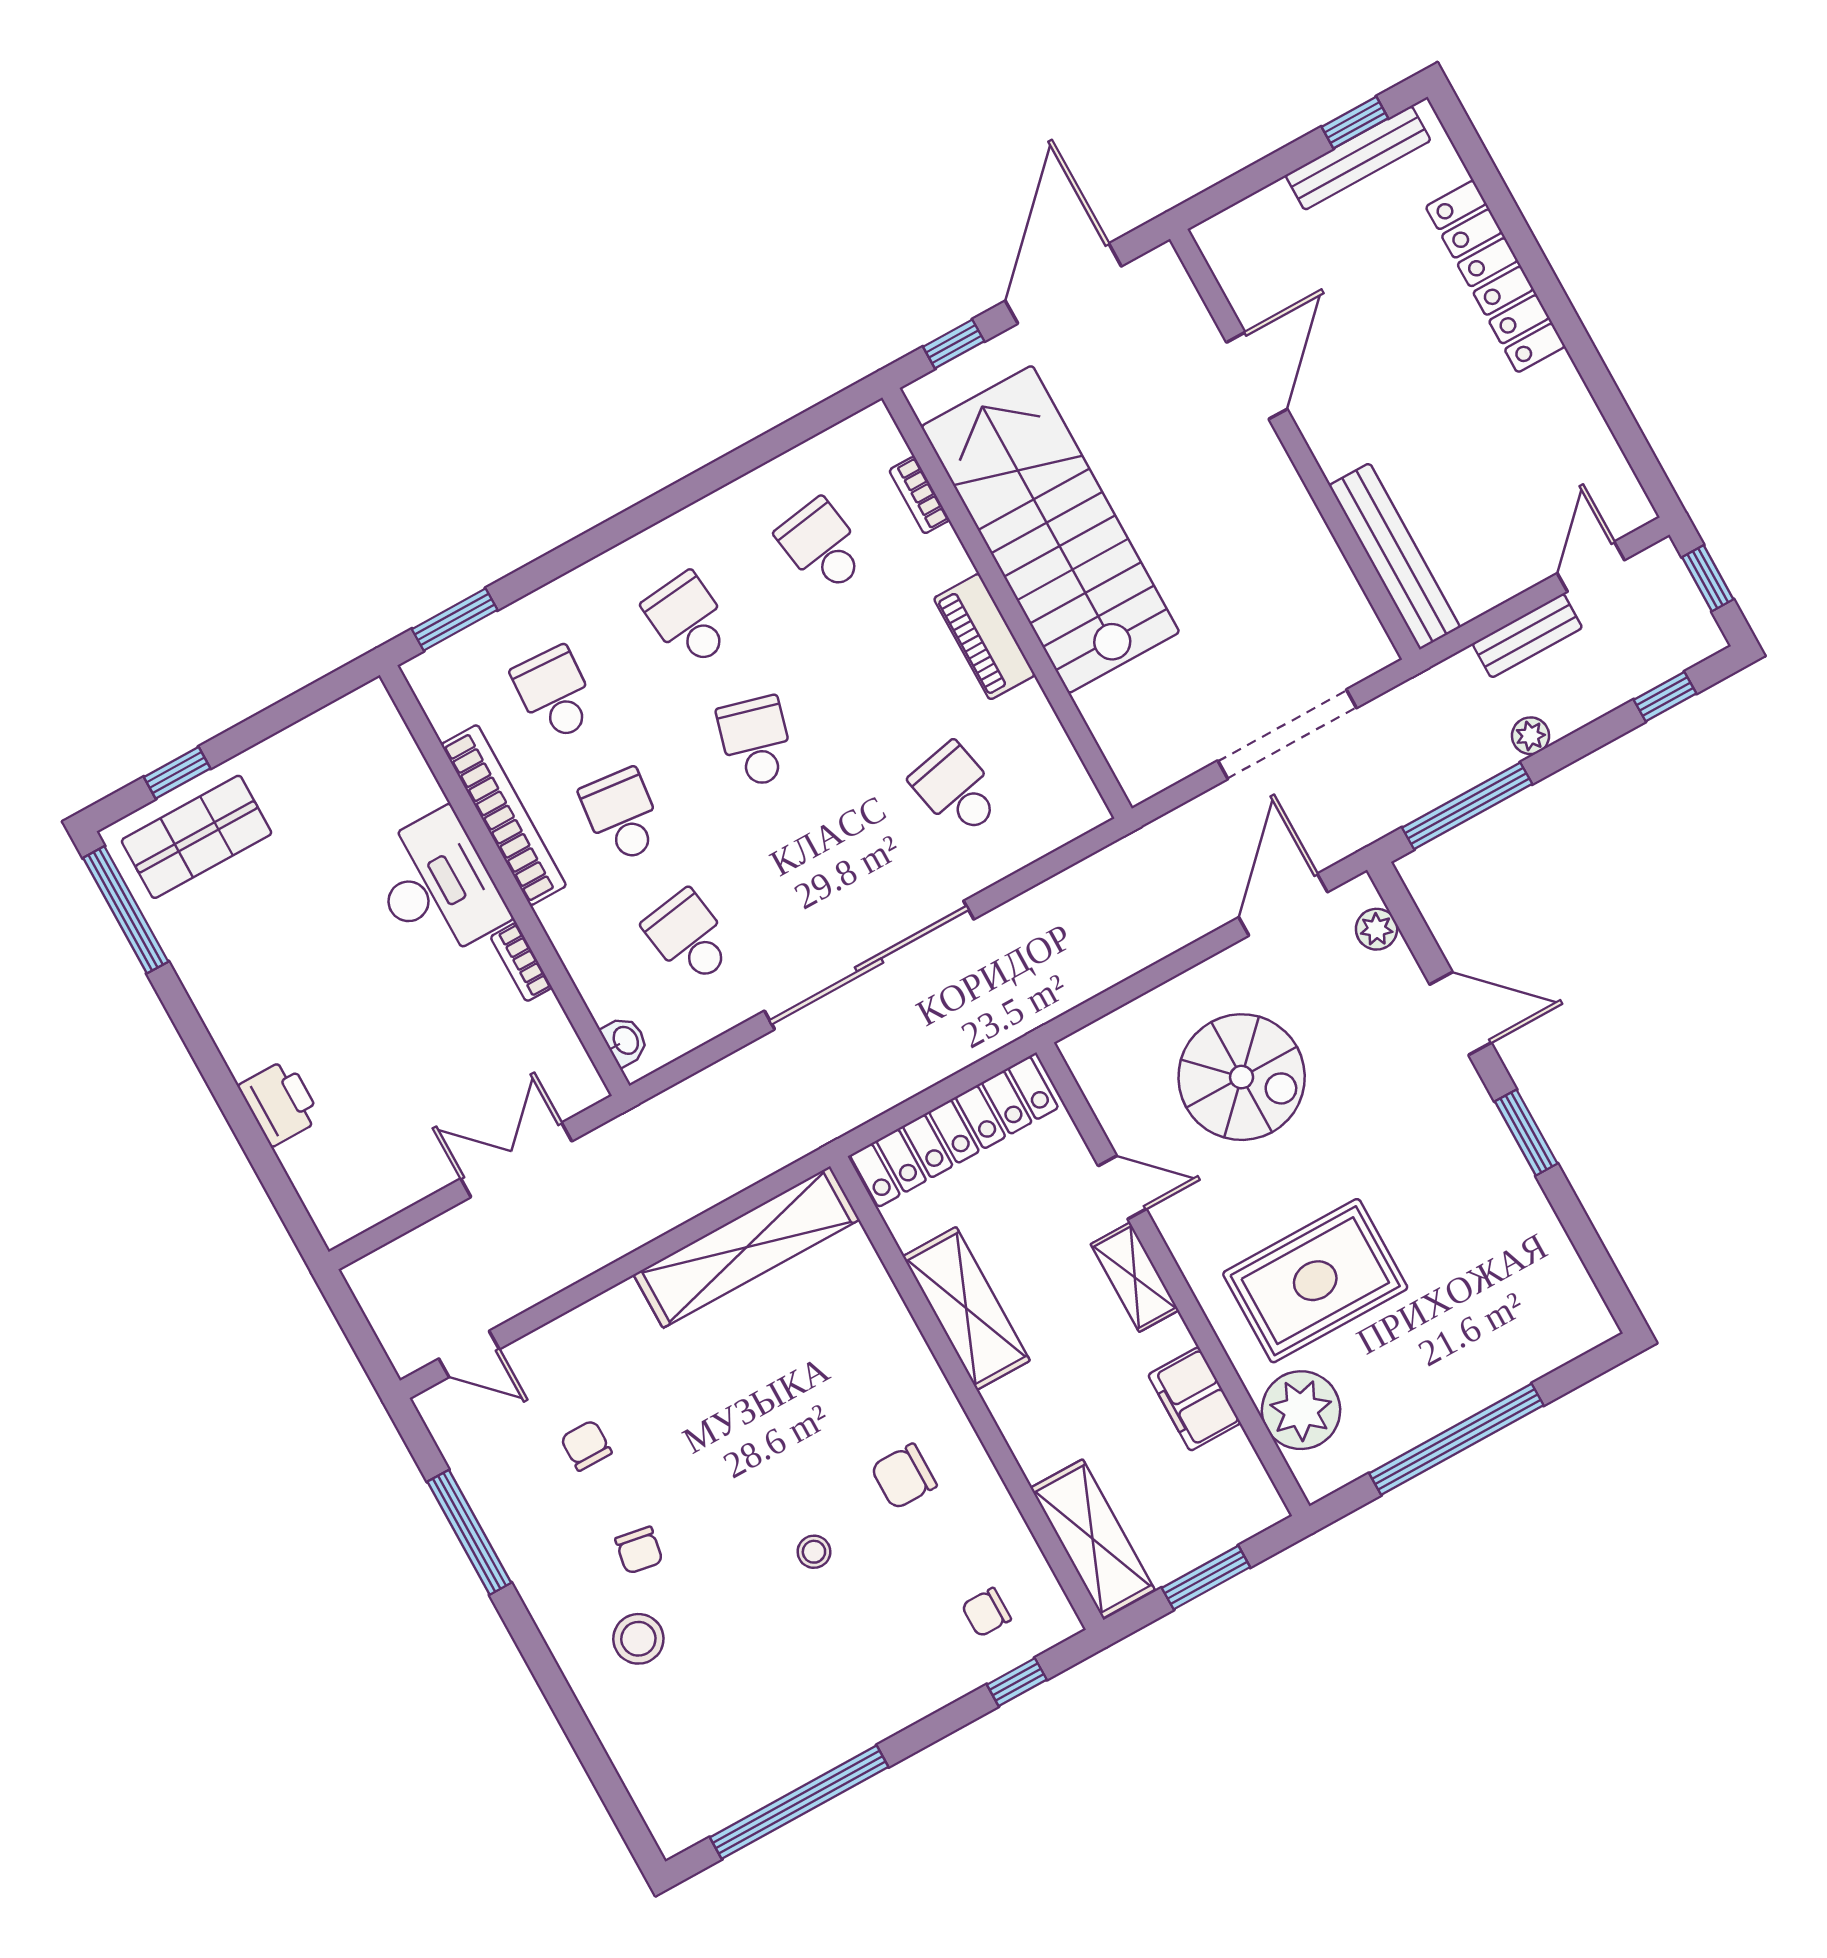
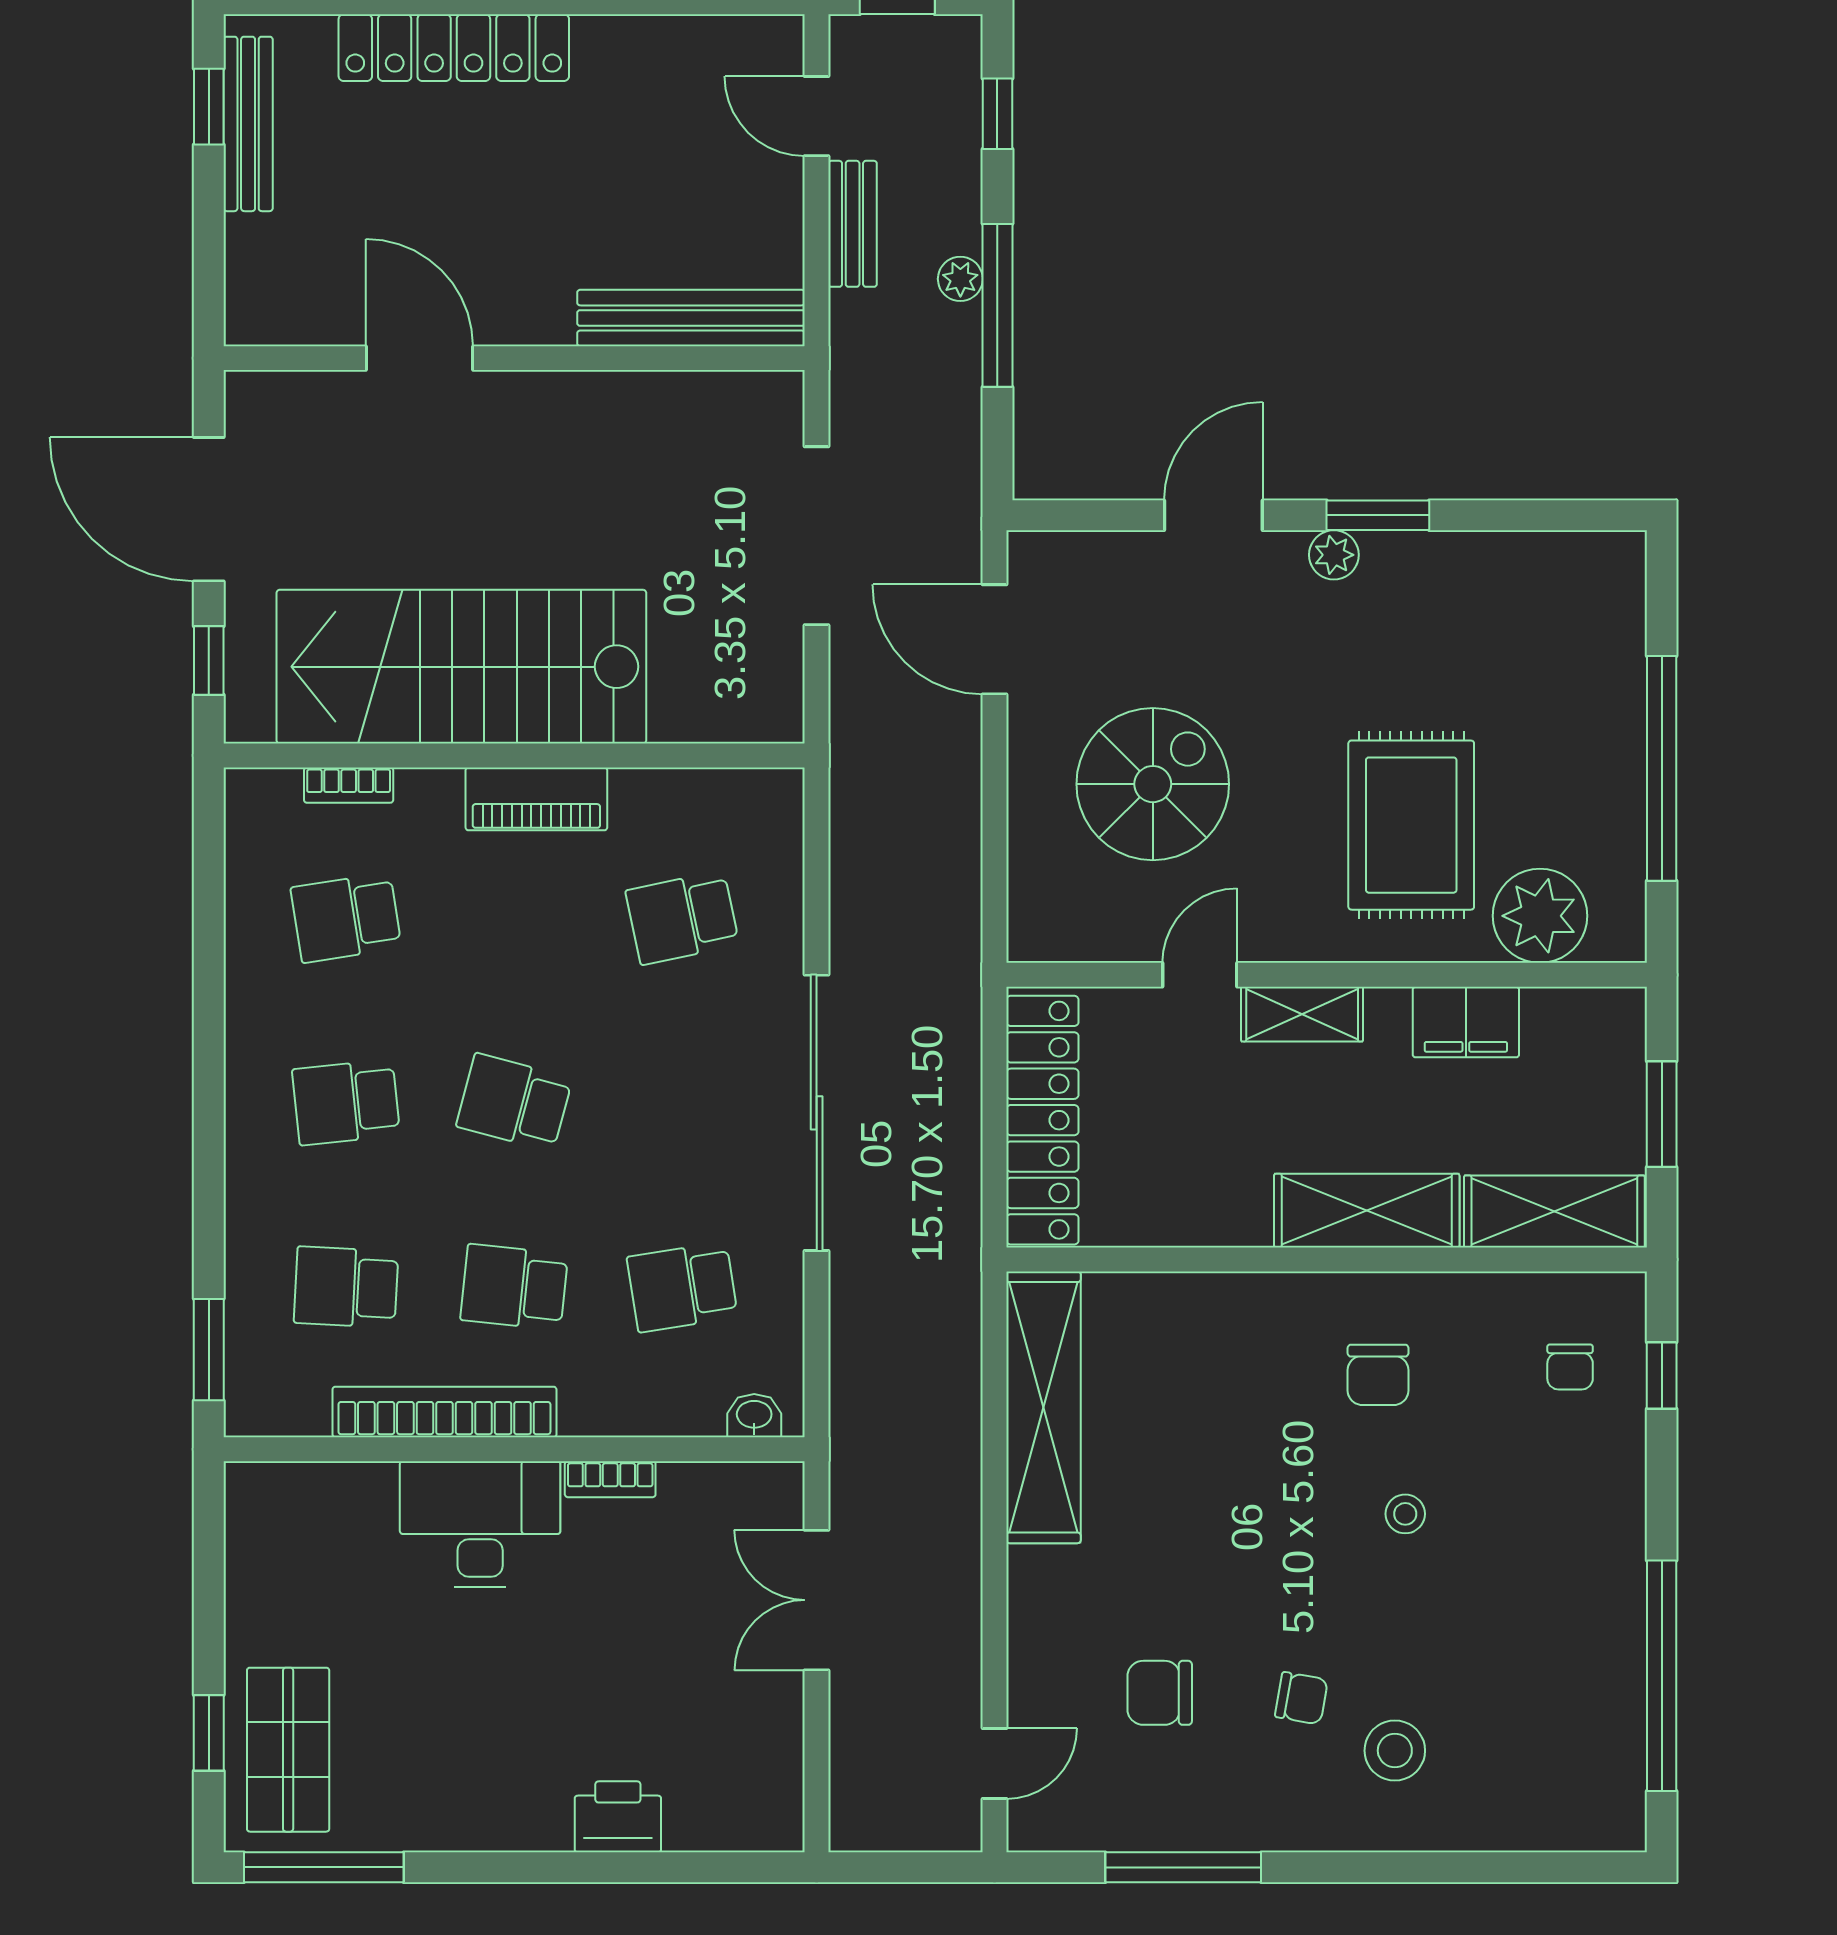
window: (1467, 806) -> (997, 305), moved
plant: (1377, 929) -> (1334, 555), moved
shelving: (966, 1308) -> (1367, 1211), moved
chair: (586, 1445) -> (1160, 1693), width x1.37, depth x1.37

